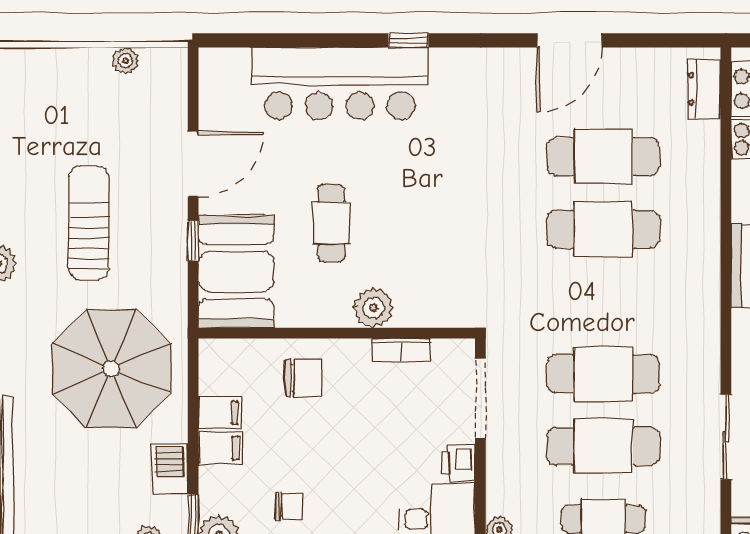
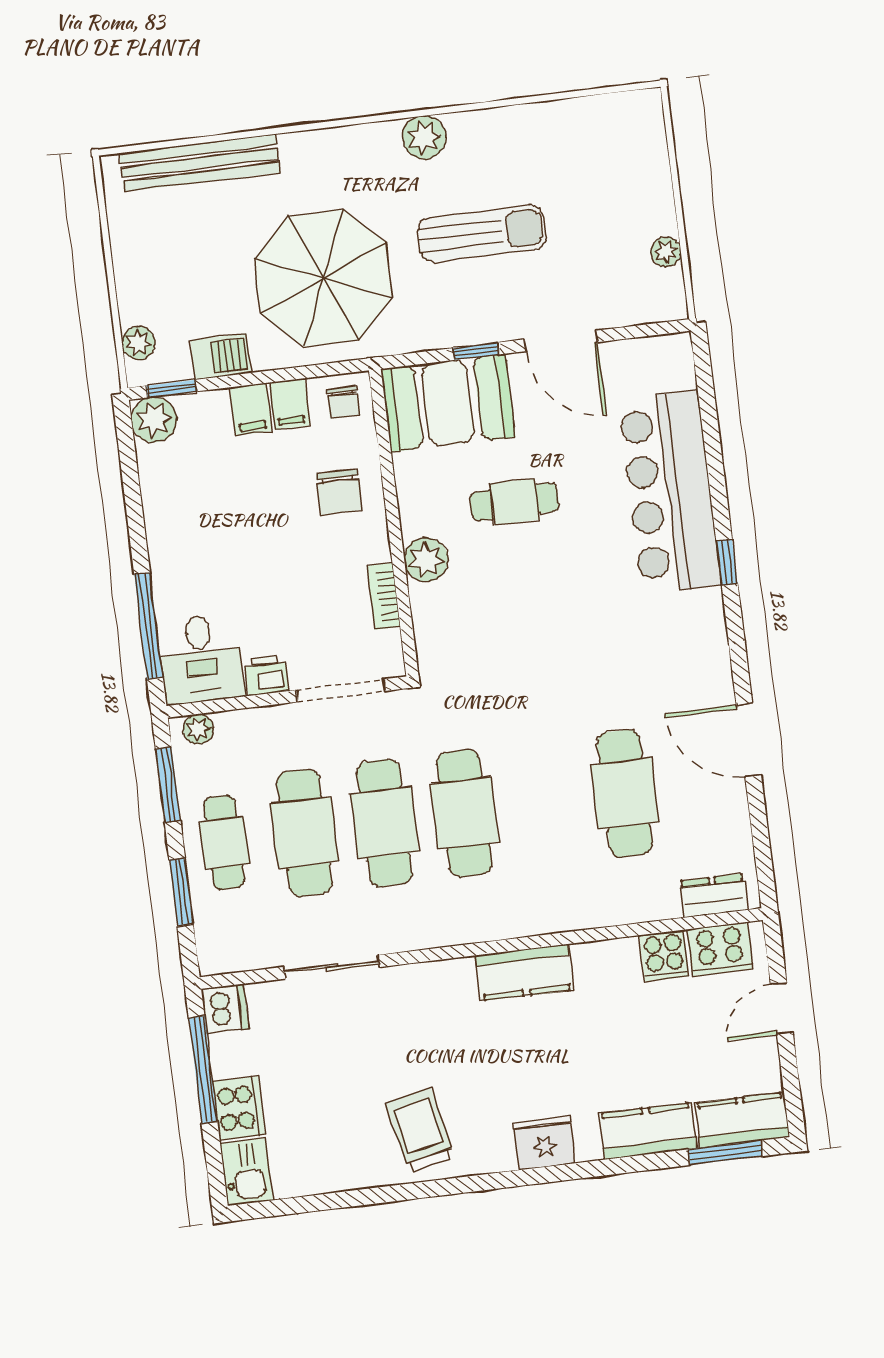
cafe table: (603, 229) -> (465, 813), moved
chair: (289, 506) -> (343, 402), moved

